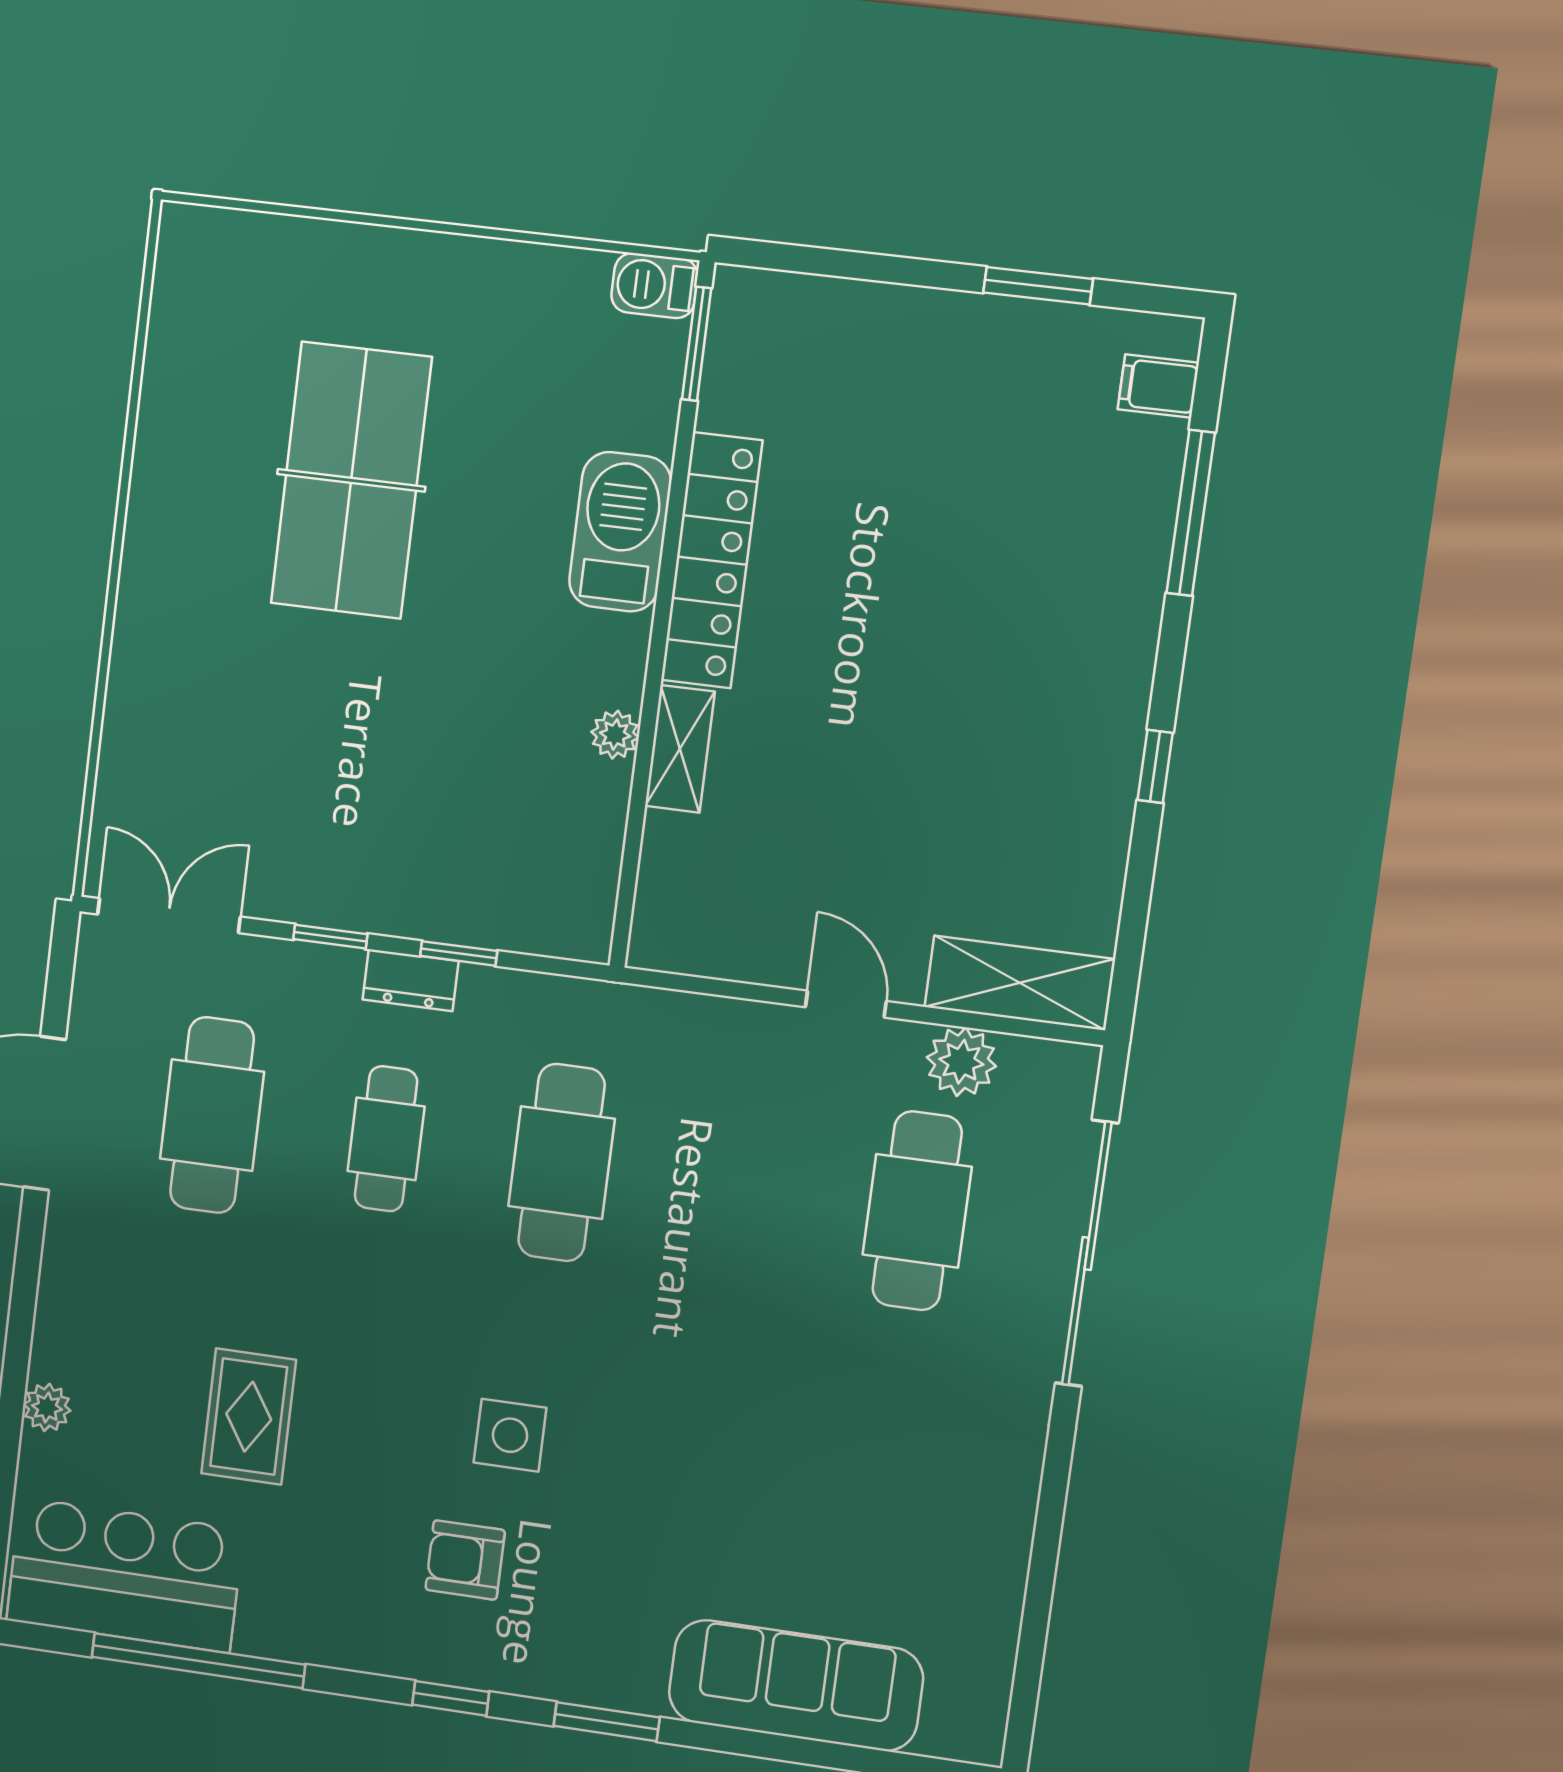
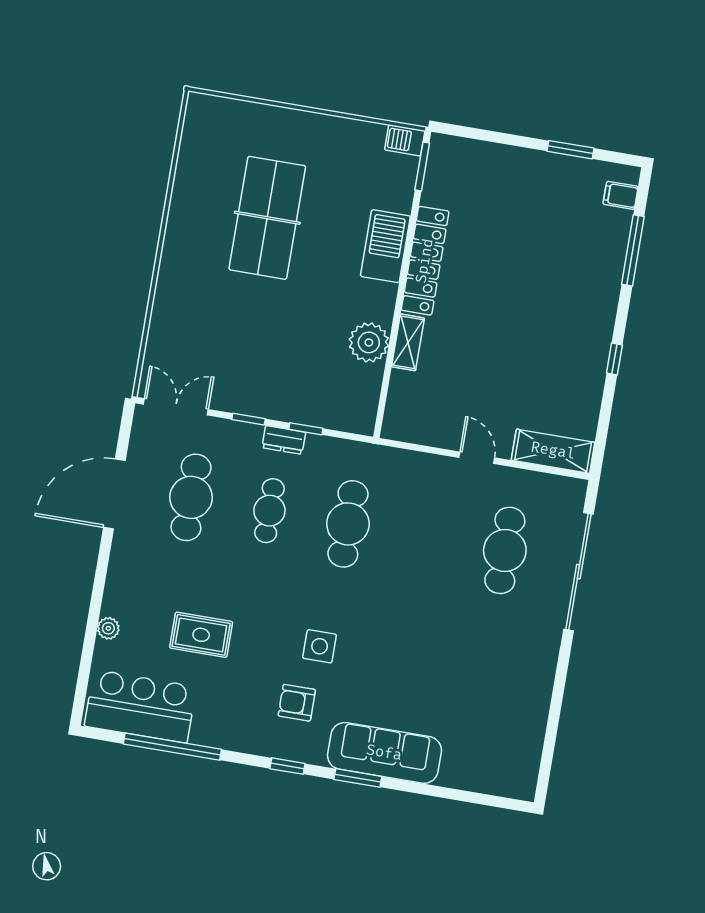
plant: (615, 735) -> (369, 342), width x1.87, depth x1.87
plant: (961, 1062) -> (526, 485), removed
rug: (249, 1417) -> (201, 635), turned 90
sofa: (796, 1685) -> (384, 753), moved

